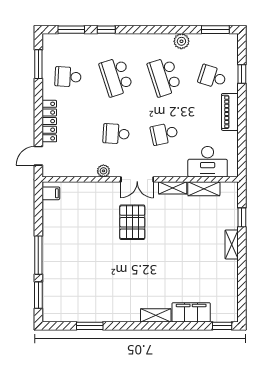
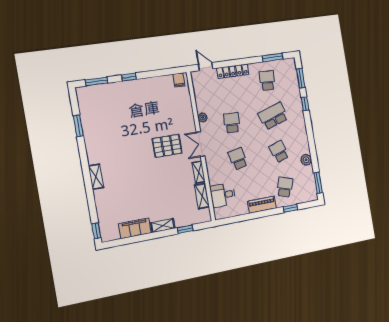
school desk: (164, 77) -> (279, 152), width x0.54
desk: (208, 162) -> (223, 195), width x0.73
window: (38, 255) -> (129, 77), width x0.46
filing cabinet: (191, 312) -> (135, 228), moved, turned -90

